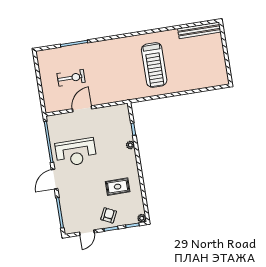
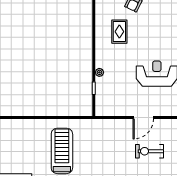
rug: (118, 187) -> (119, 32), turned 90

